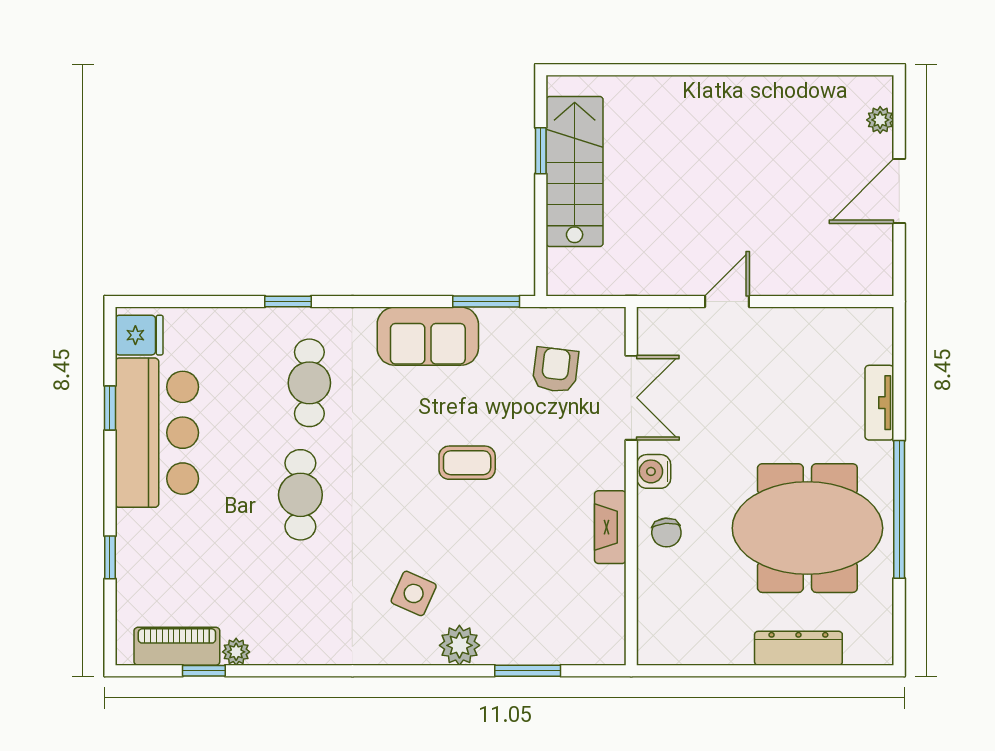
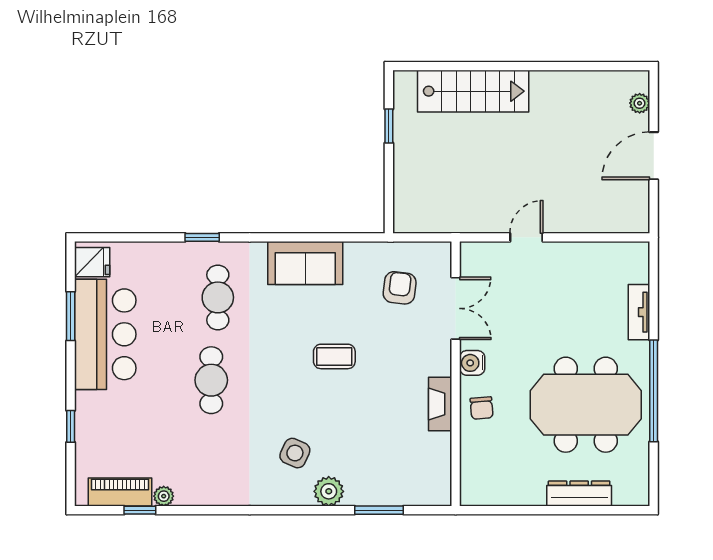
stairs: (575, 172) -> (473, 91), moved, turned 90
window: (486, 302) -> (348, 237), removed
window: (110, 408) -> (71, 316), width x1.50

